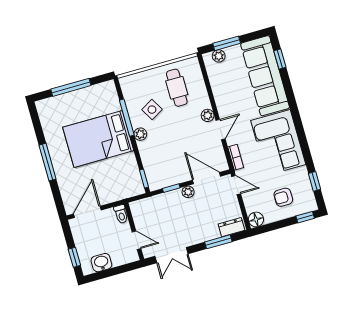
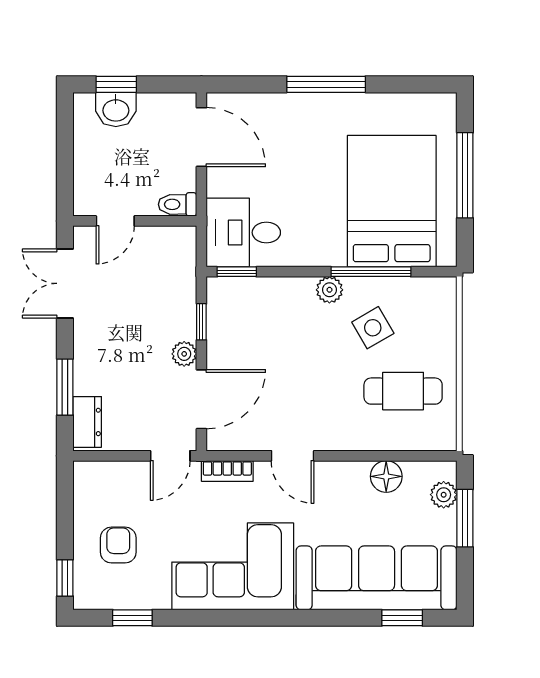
plant: (208, 115) -> (329, 438), removed
bed: (98, 139) -> (392, 201), moved
desk: (125, 181) -> (243, 232), added
floor lamp: (256, 219) -> (386, 476), moved
washbasin: (101, 263) -> (116, 109), moved, turned 90

